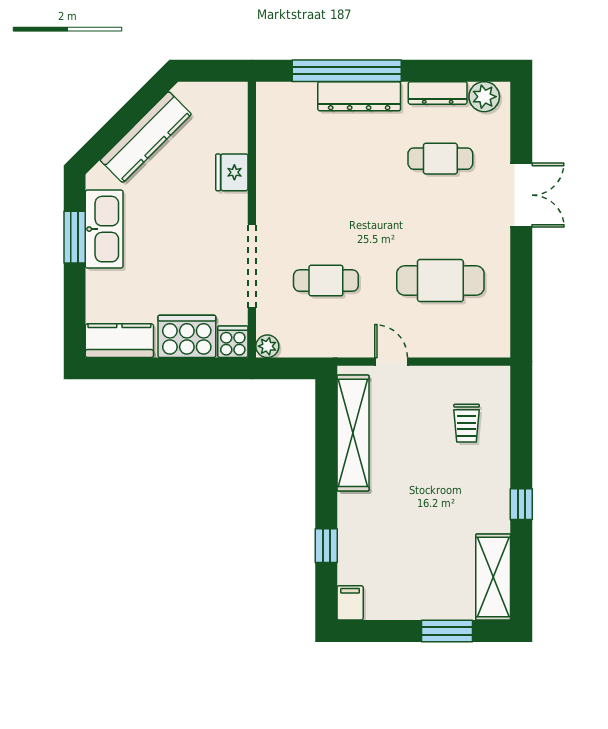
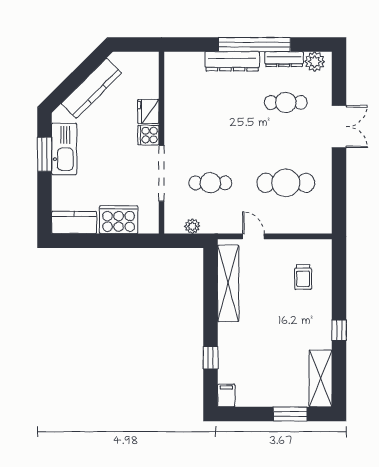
window: (347, 71) -> (254, 44), moved
cooker: (233, 342) -> (148, 135), moved, turned -90
plant: (267, 346) -> (192, 226), moved

